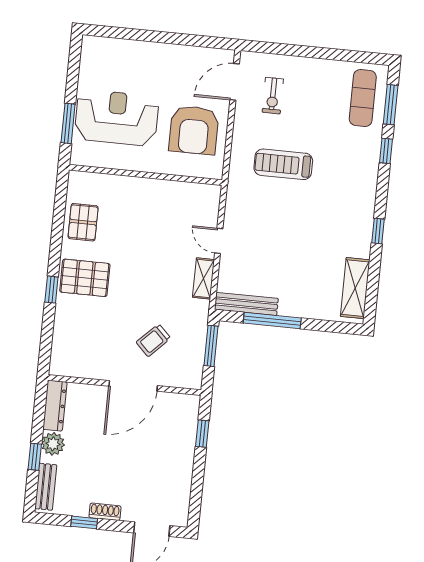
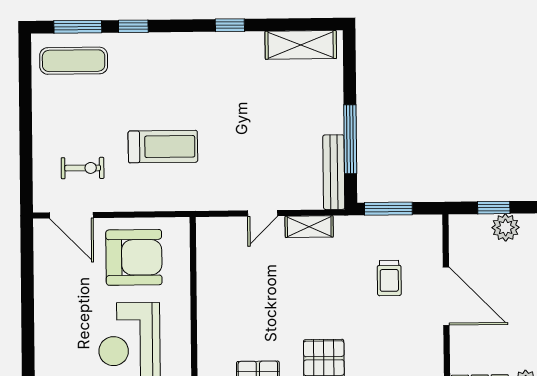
treadmill: (283, 164) -> (163, 147), turned -90
trolley: (153, 340) -> (389, 278), turned 45
plant: (185, 442) -> (506, 228), added

